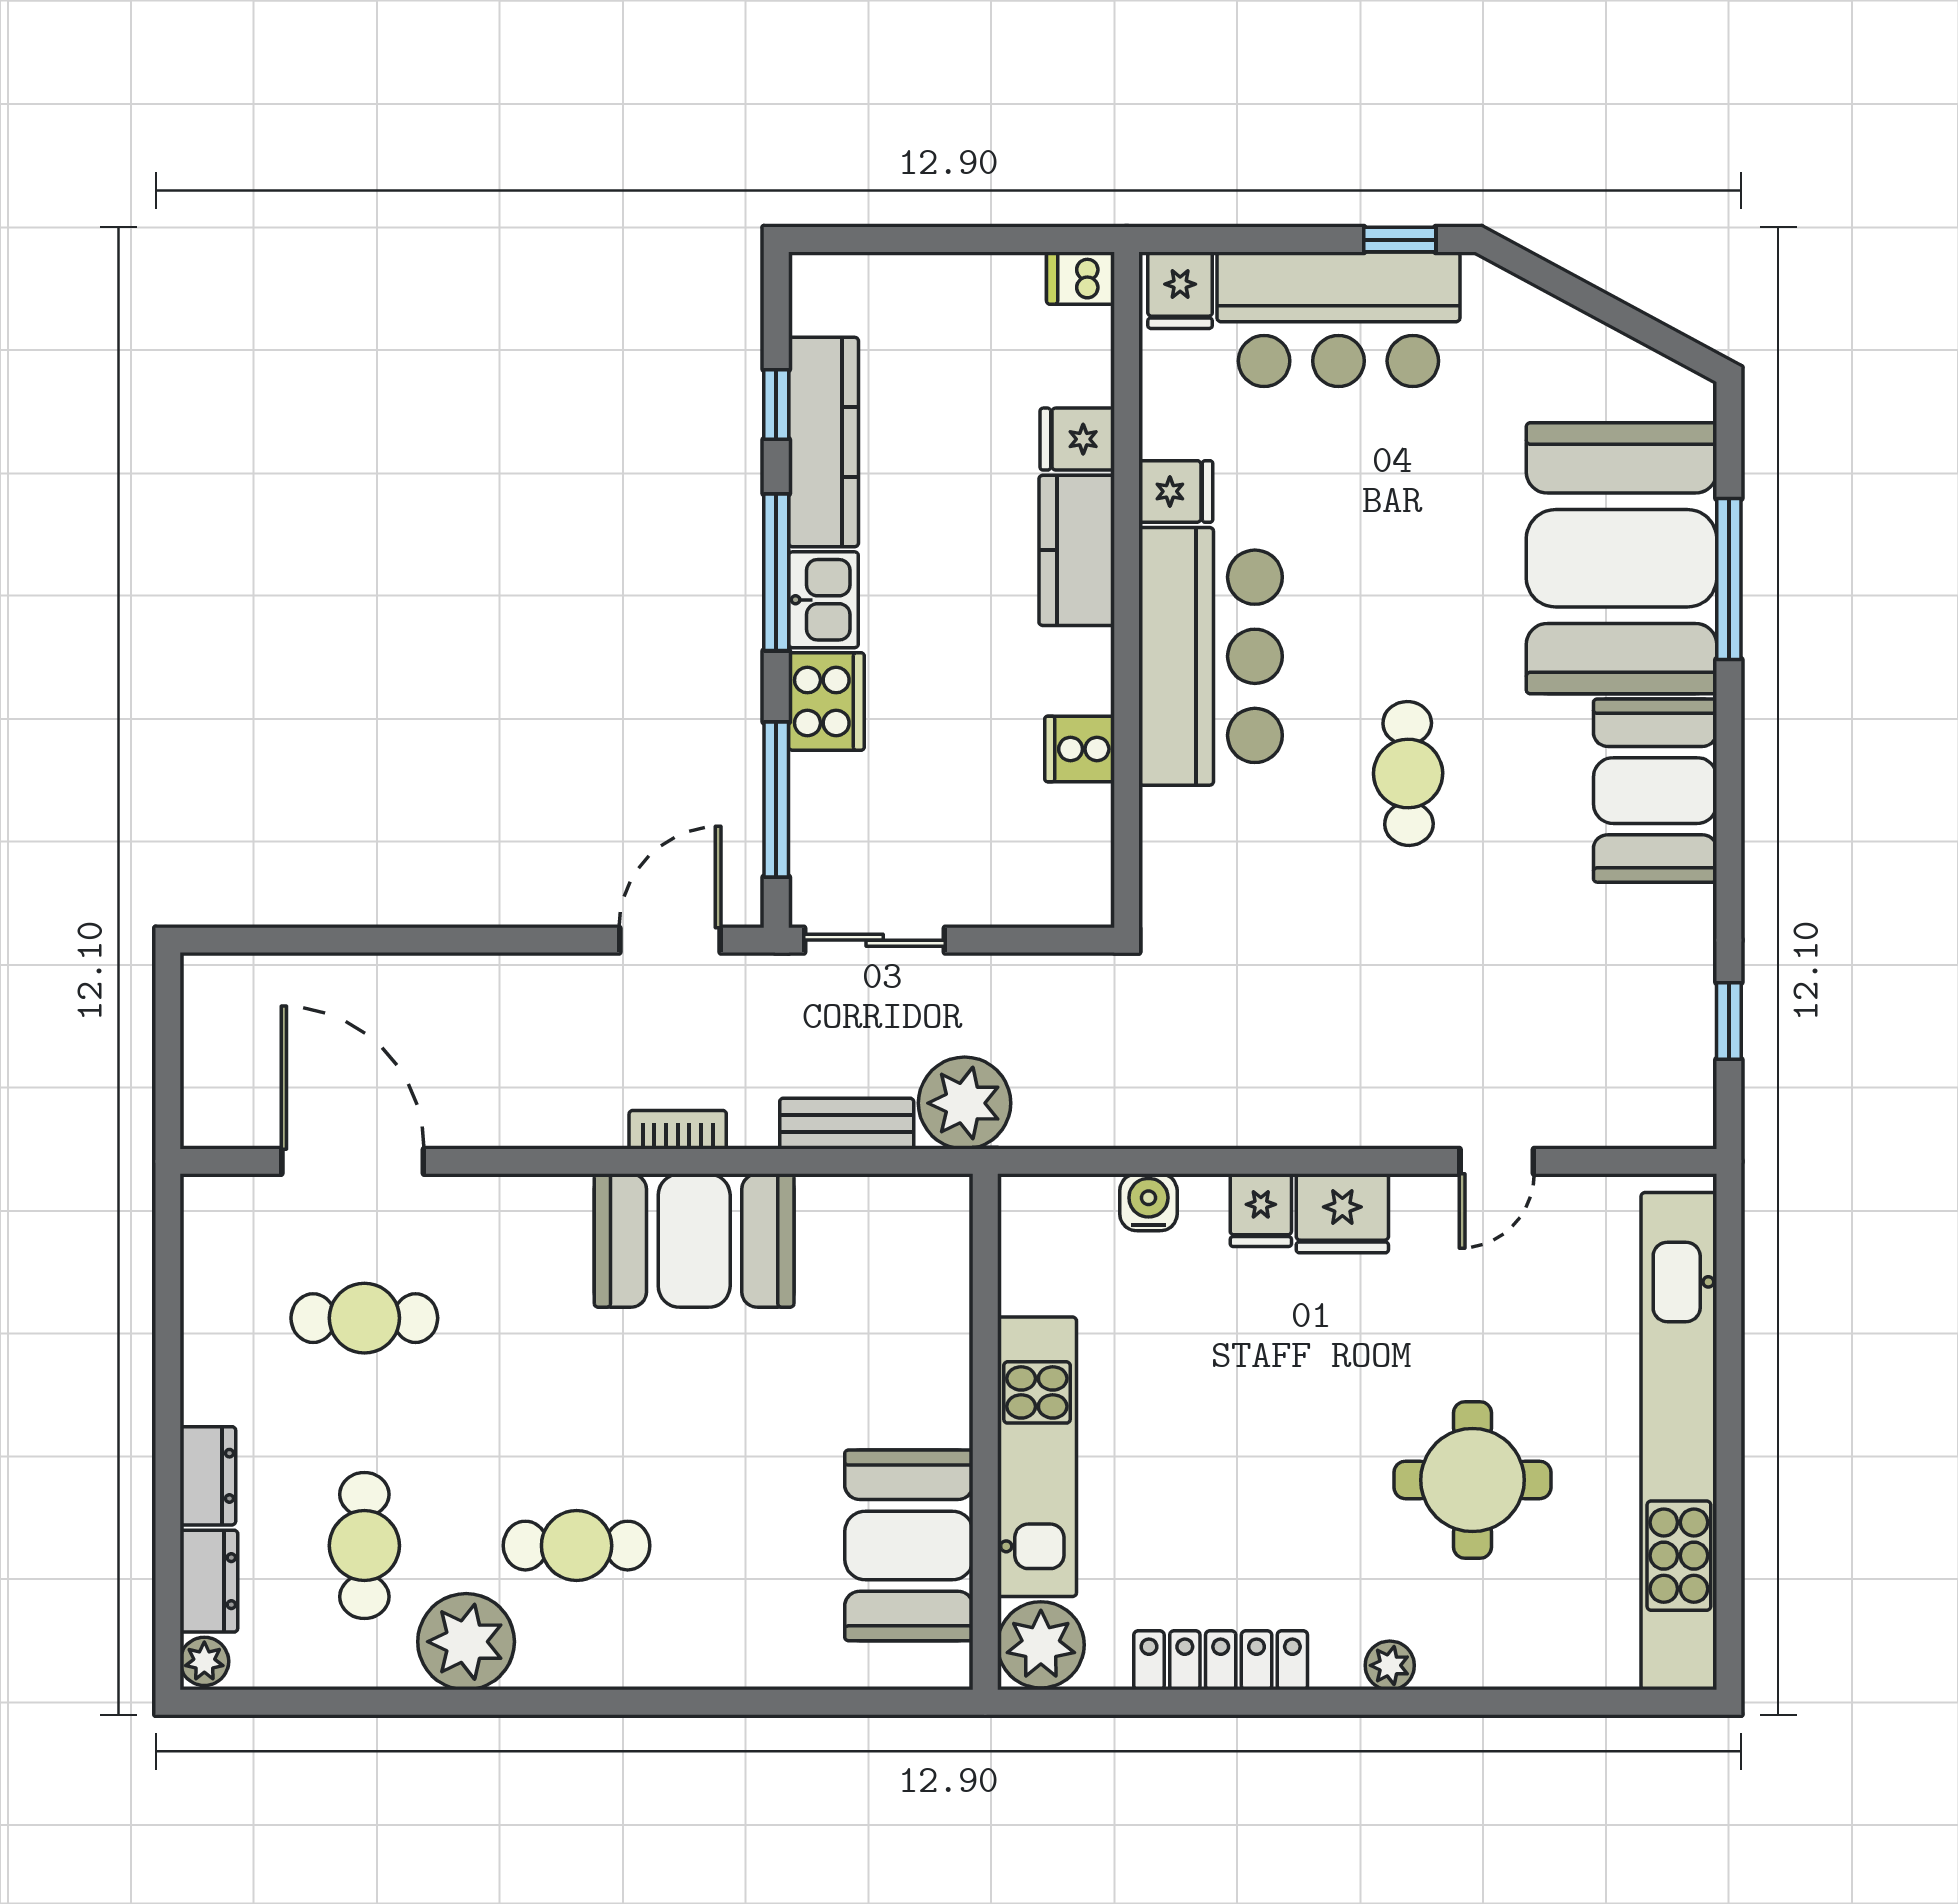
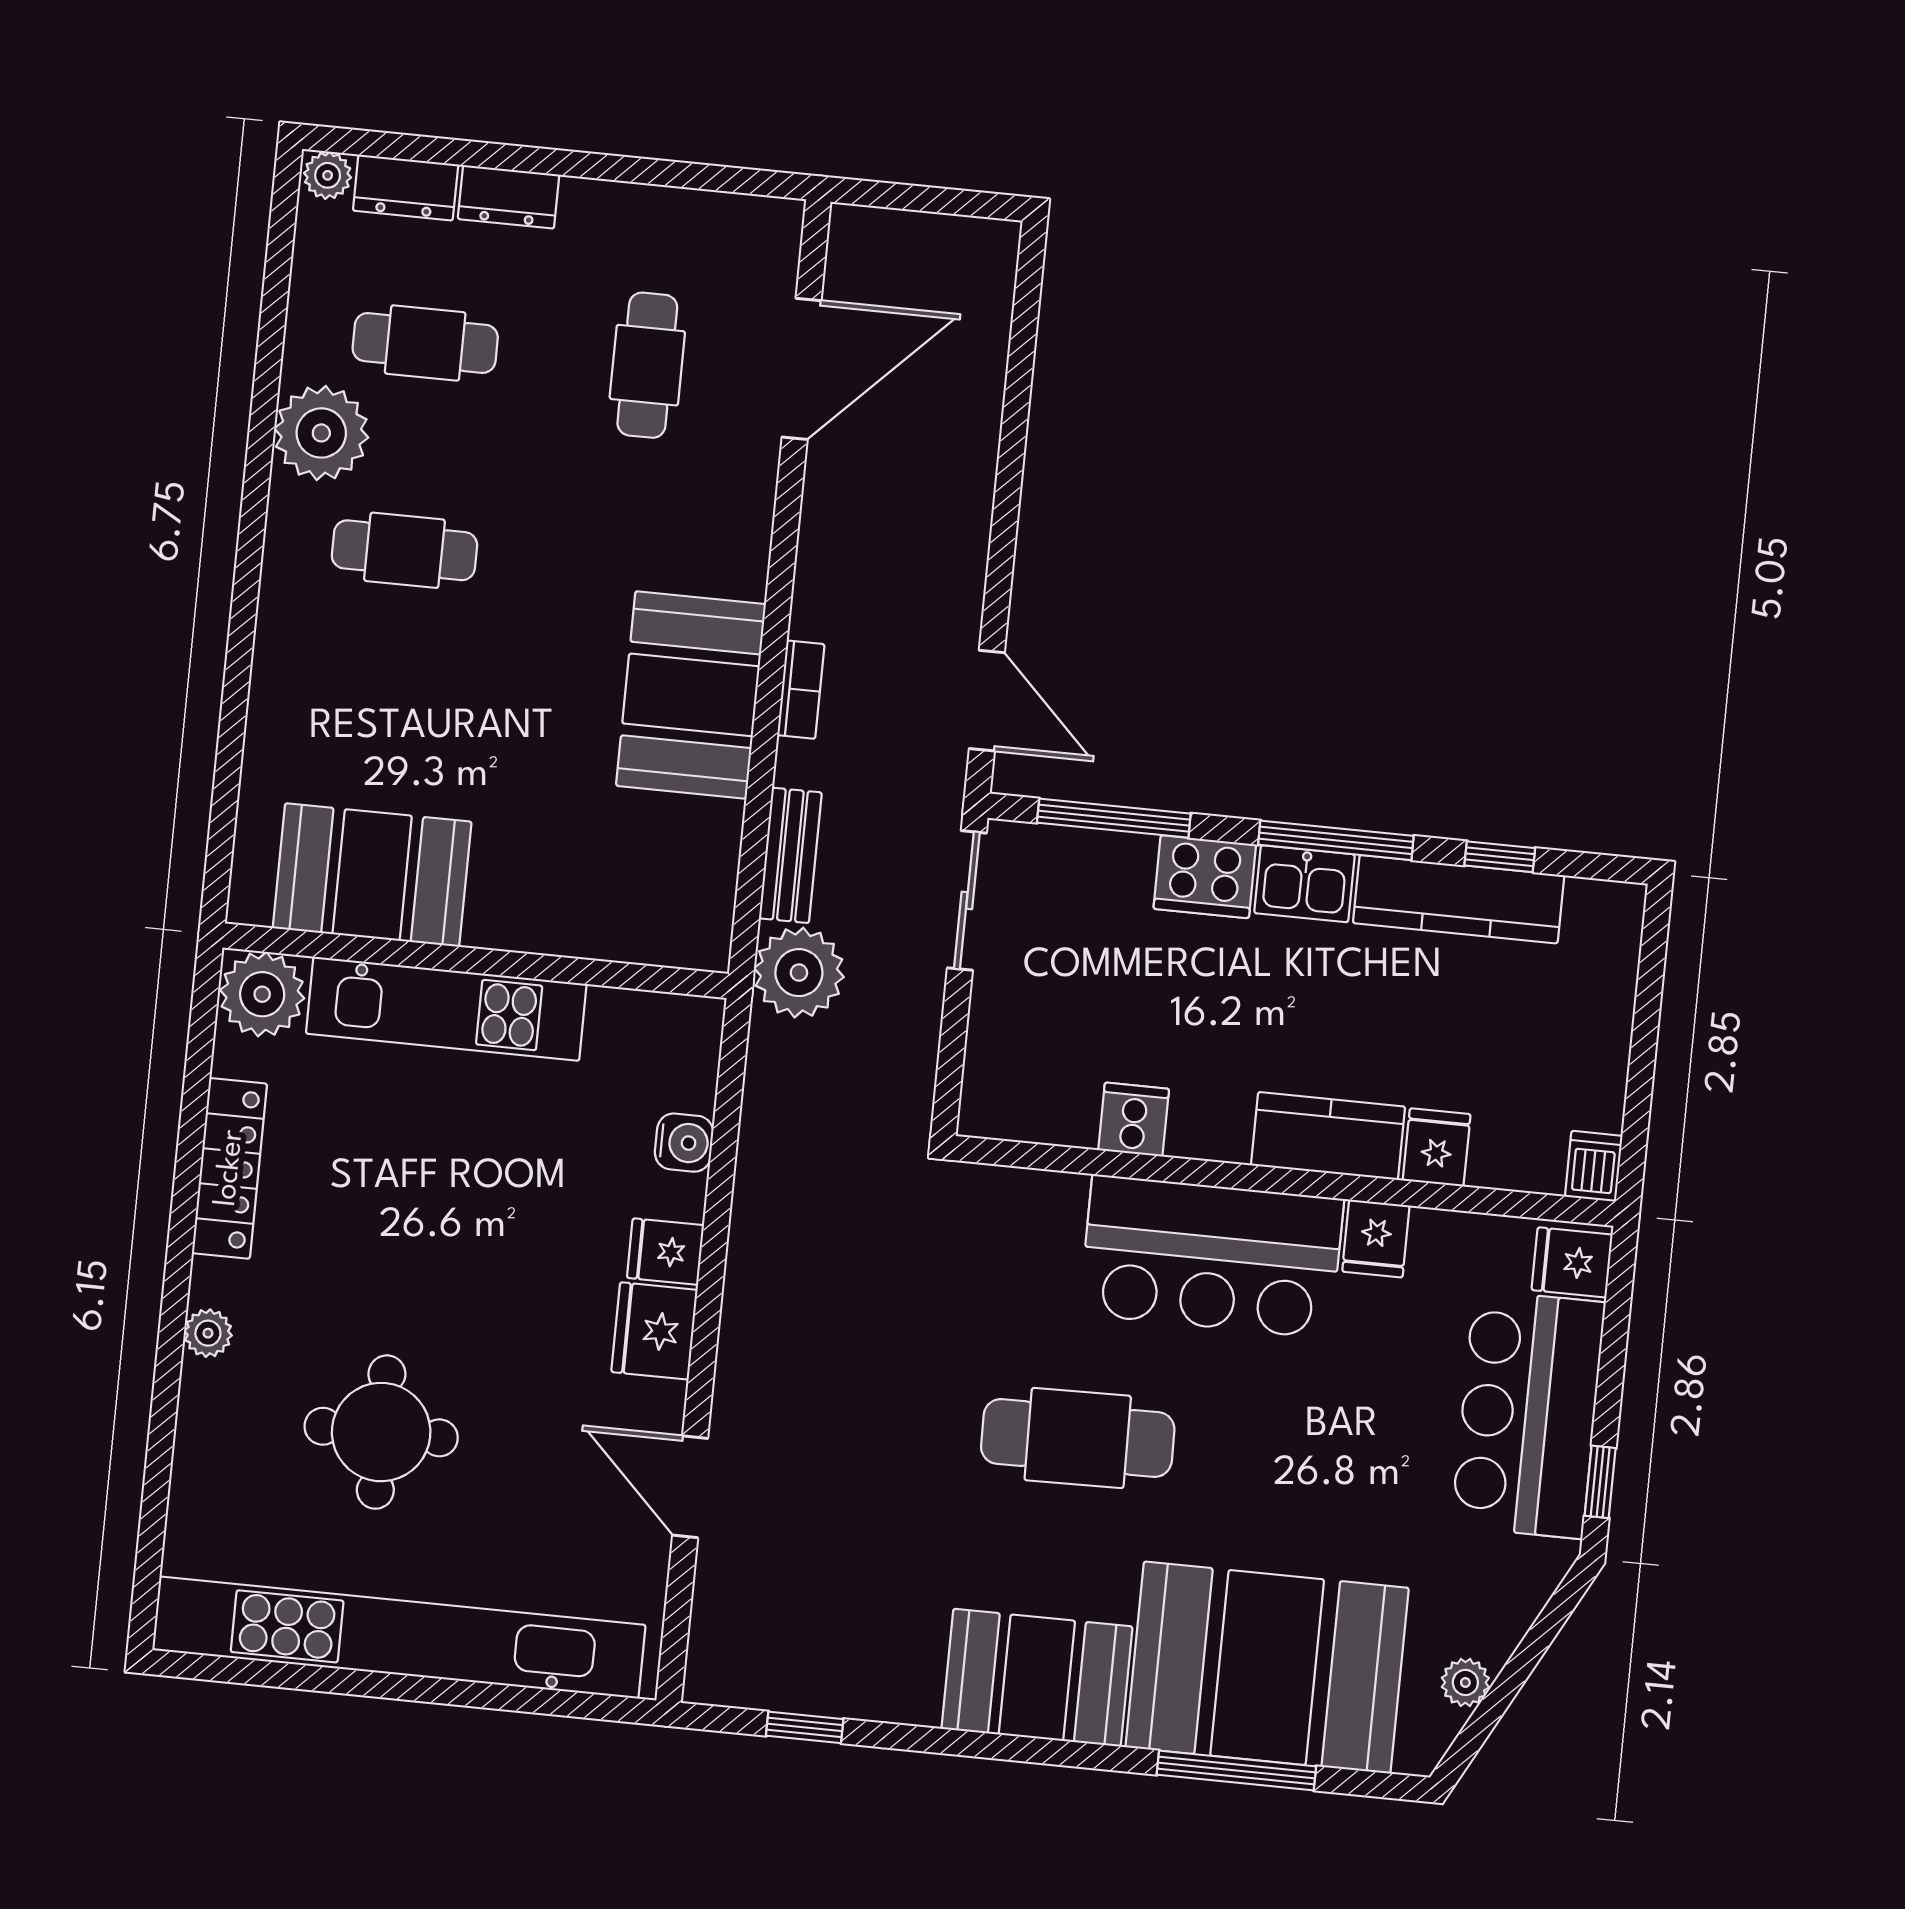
plant: (1617, 356) -> (1465, 1682), added
cafe table: (1408, 774) -> (1078, 1438), width x1.37, depth x1.35
door: (1497, 1161) -> (690, 1487), width x1.38
cafe table: (577, 1546) -> (404, 550), turned 90

